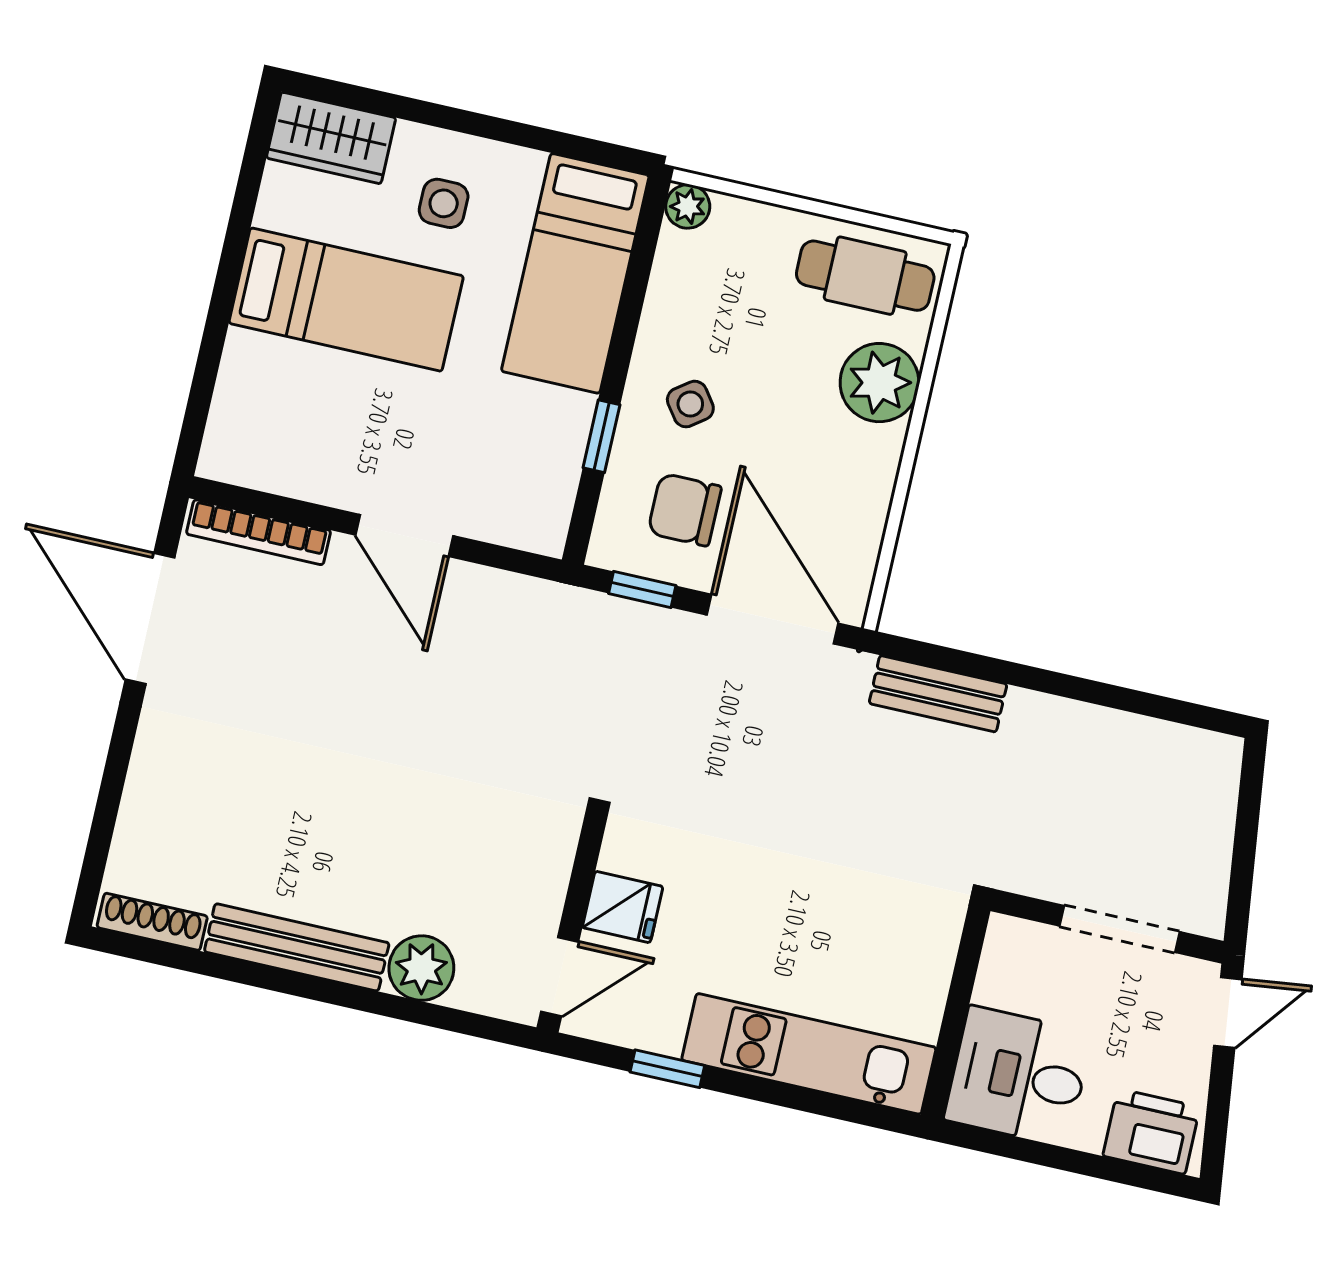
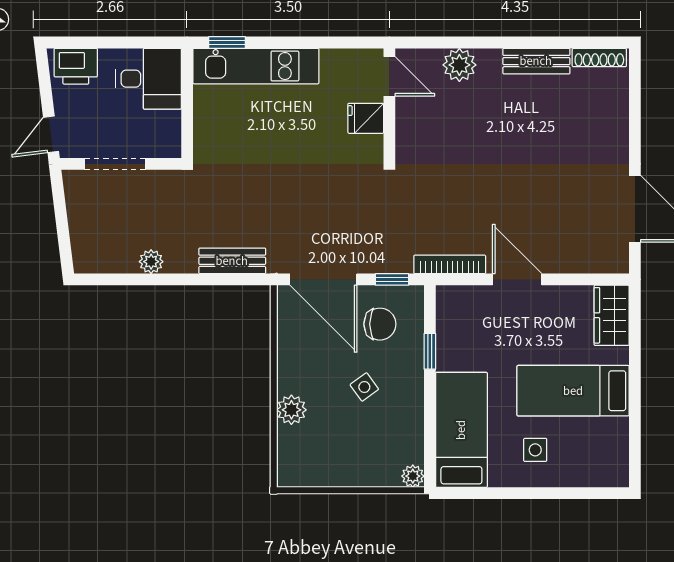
wardrobe: (331, 138) -> (612, 315), moved, turned -90
cafe table: (865, 276) -> (316, 462), removed
plant: (879, 383) -> (291, 410), width x0.73, depth x0.73
side table: (690, 404) -> (364, 387), moved
bookcase: (259, 532) -> (450, 264), moved
plant: (1093, 727) -> (151, 262), added
bench: (297, 947) -> (536, 61), width x0.73
door: (560, 977) -> (389, 76), swing flipped
window: (667, 1069) -> (227, 43), moved

